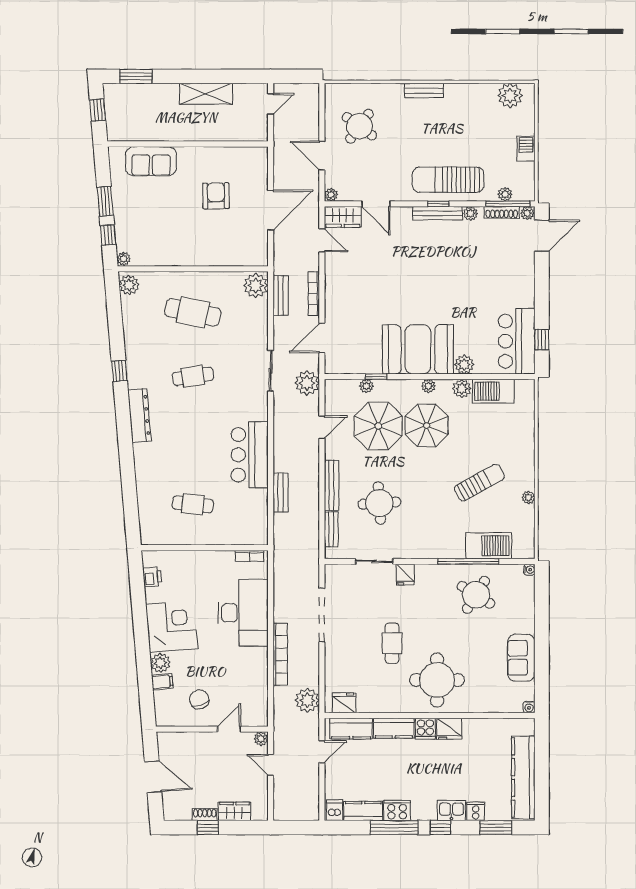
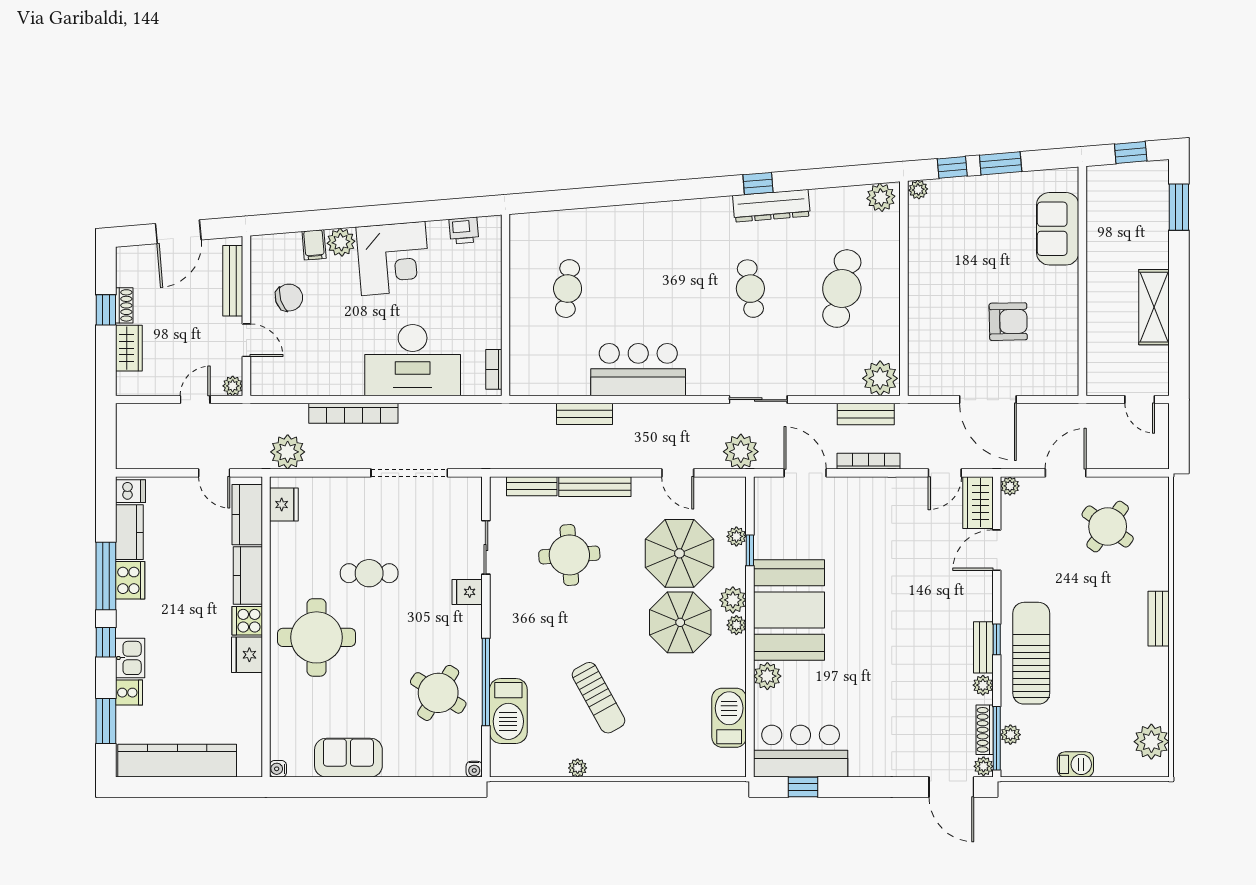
bench: (438, 213) -> (983, 647), width x0.73
plant: (462, 389) -> (733, 600), moved
dresser: (139, 416) -> (771, 206), moved
bench: (187, 739) -> (233, 281), added

